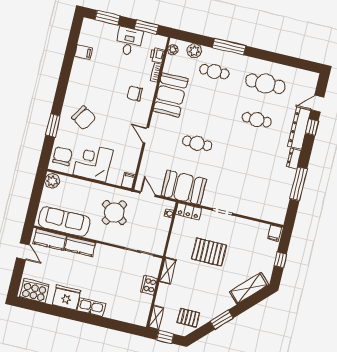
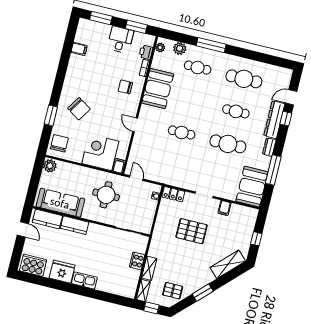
cafe table: (248, 155) -> (228, 144), added
corner desk: (93, 162) -> (100, 152), moved
booth: (184, 187) -> (252, 187), moved, turned 90
round table: (114, 213) -> (106, 195), turned -33
filing cabinet: (274, 233) -> (224, 208), moved
shelving: (168, 271) -> (149, 268), moved

